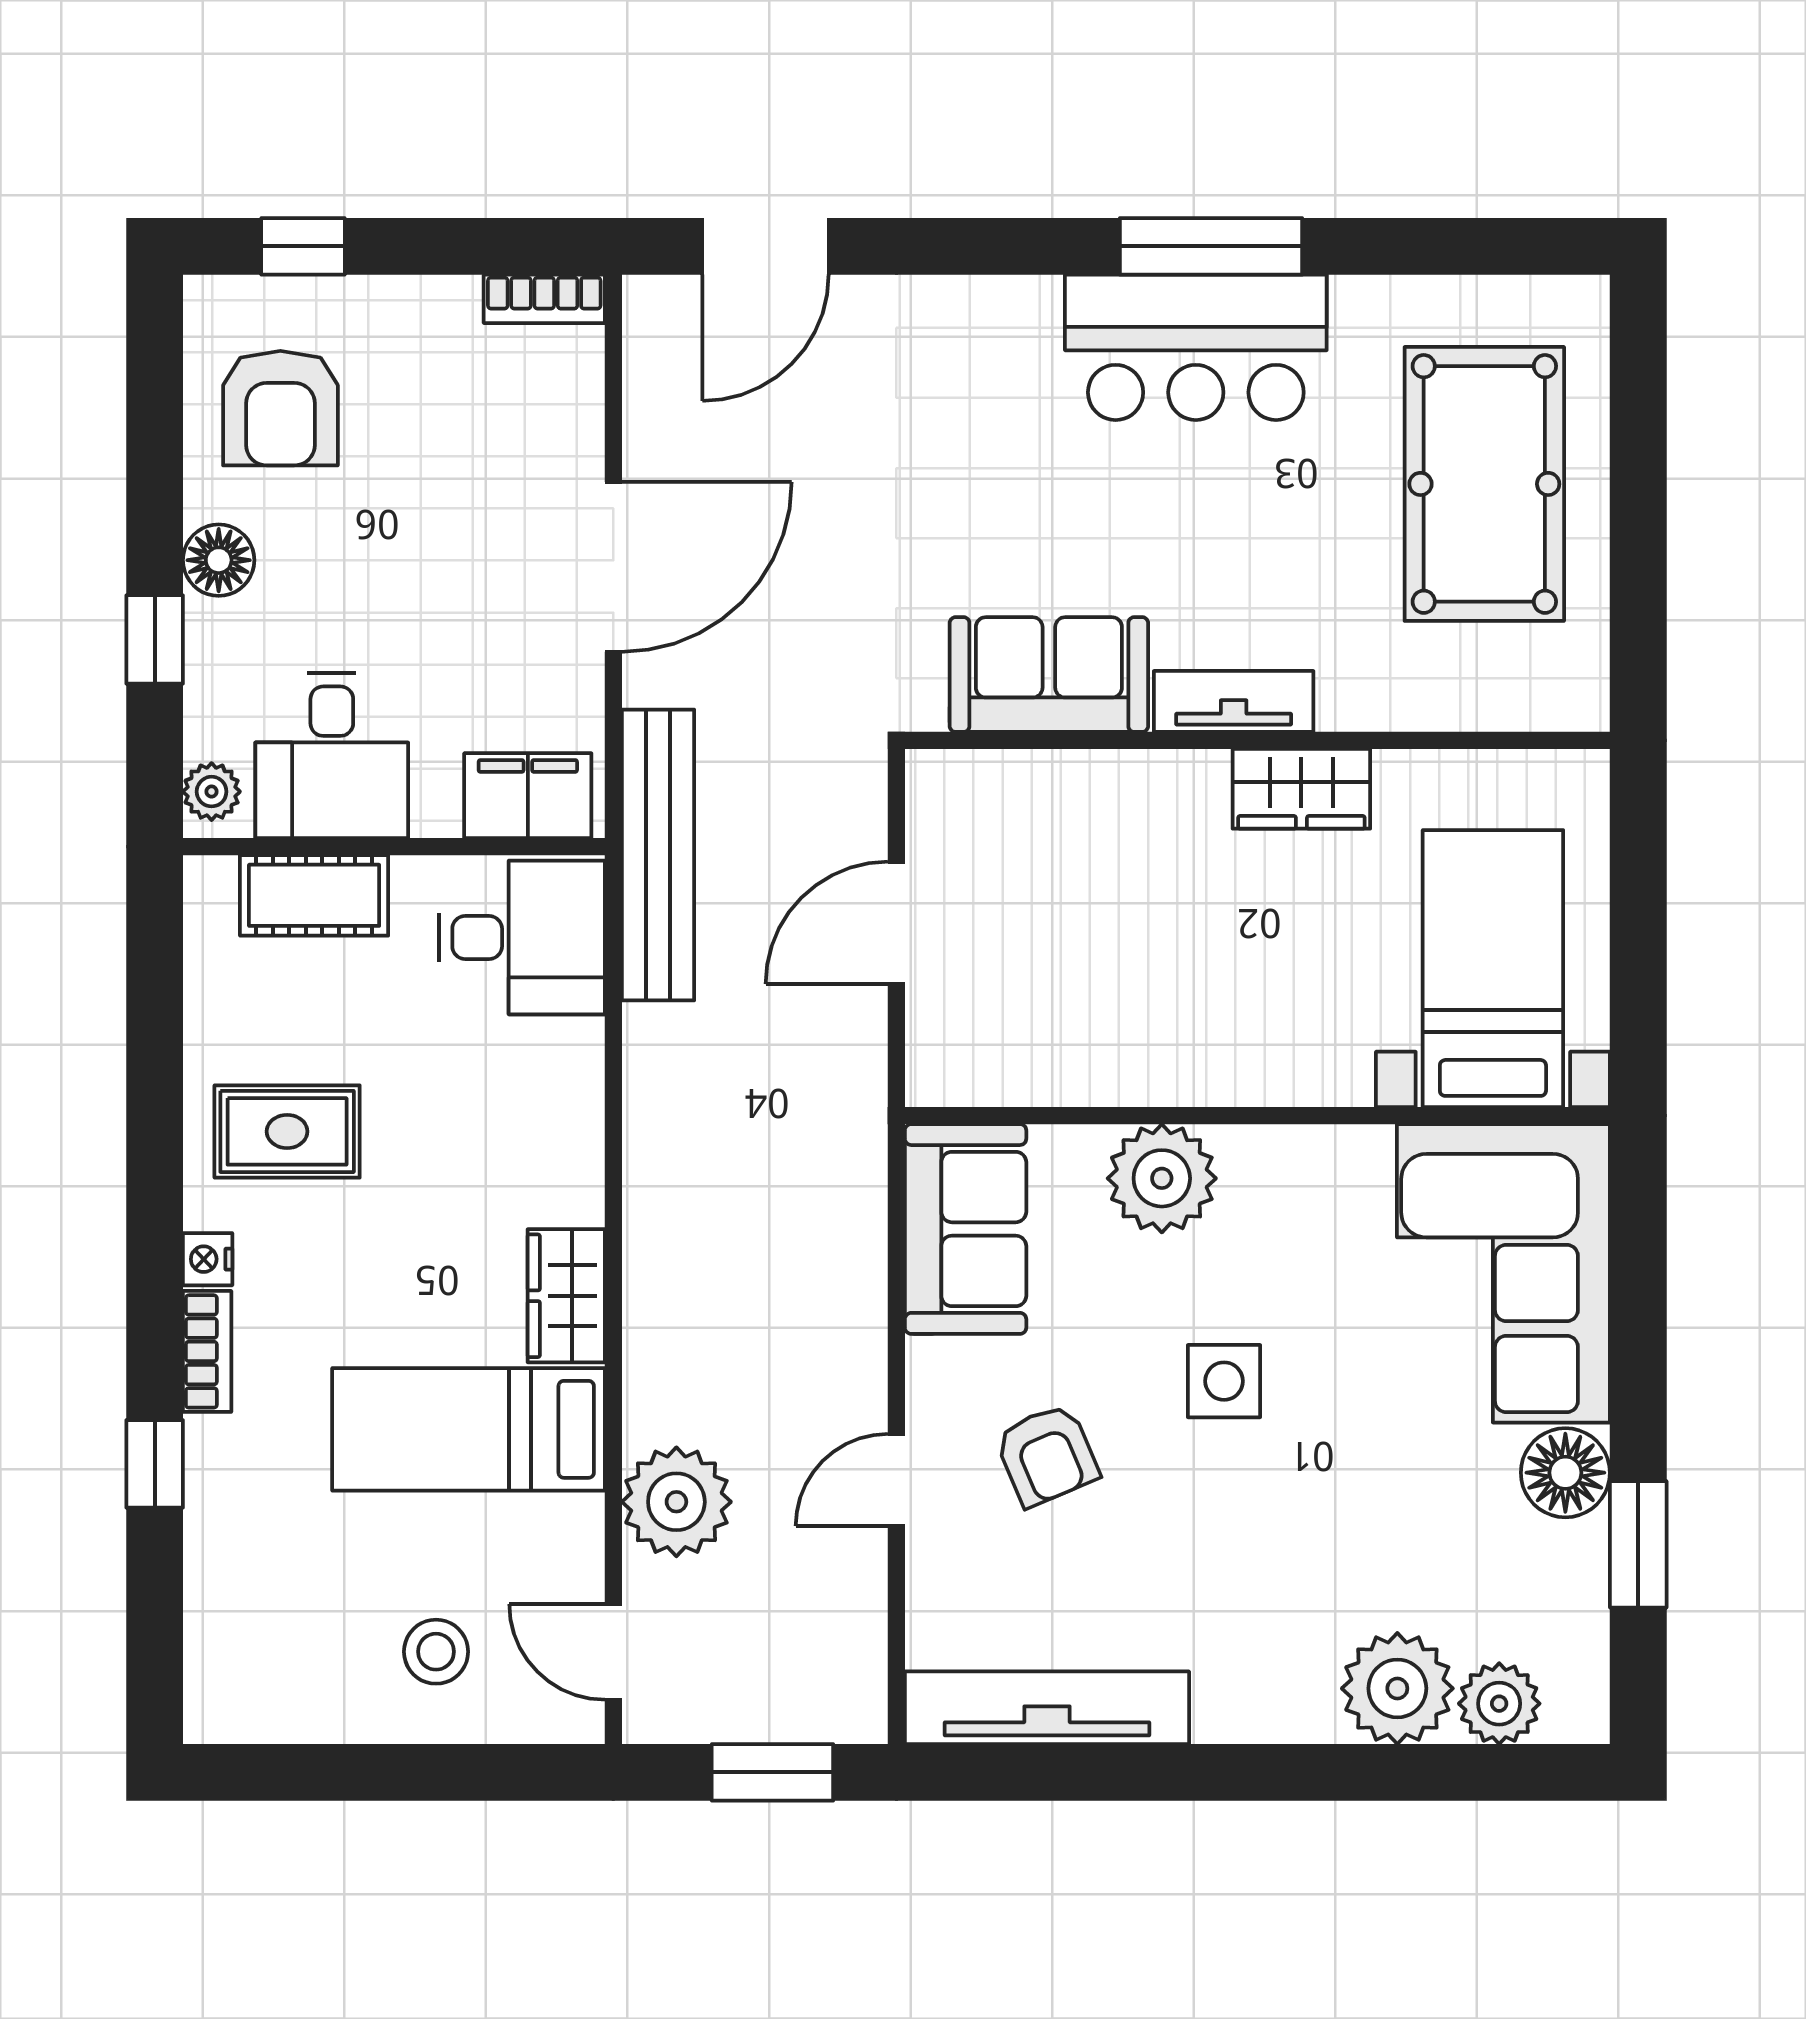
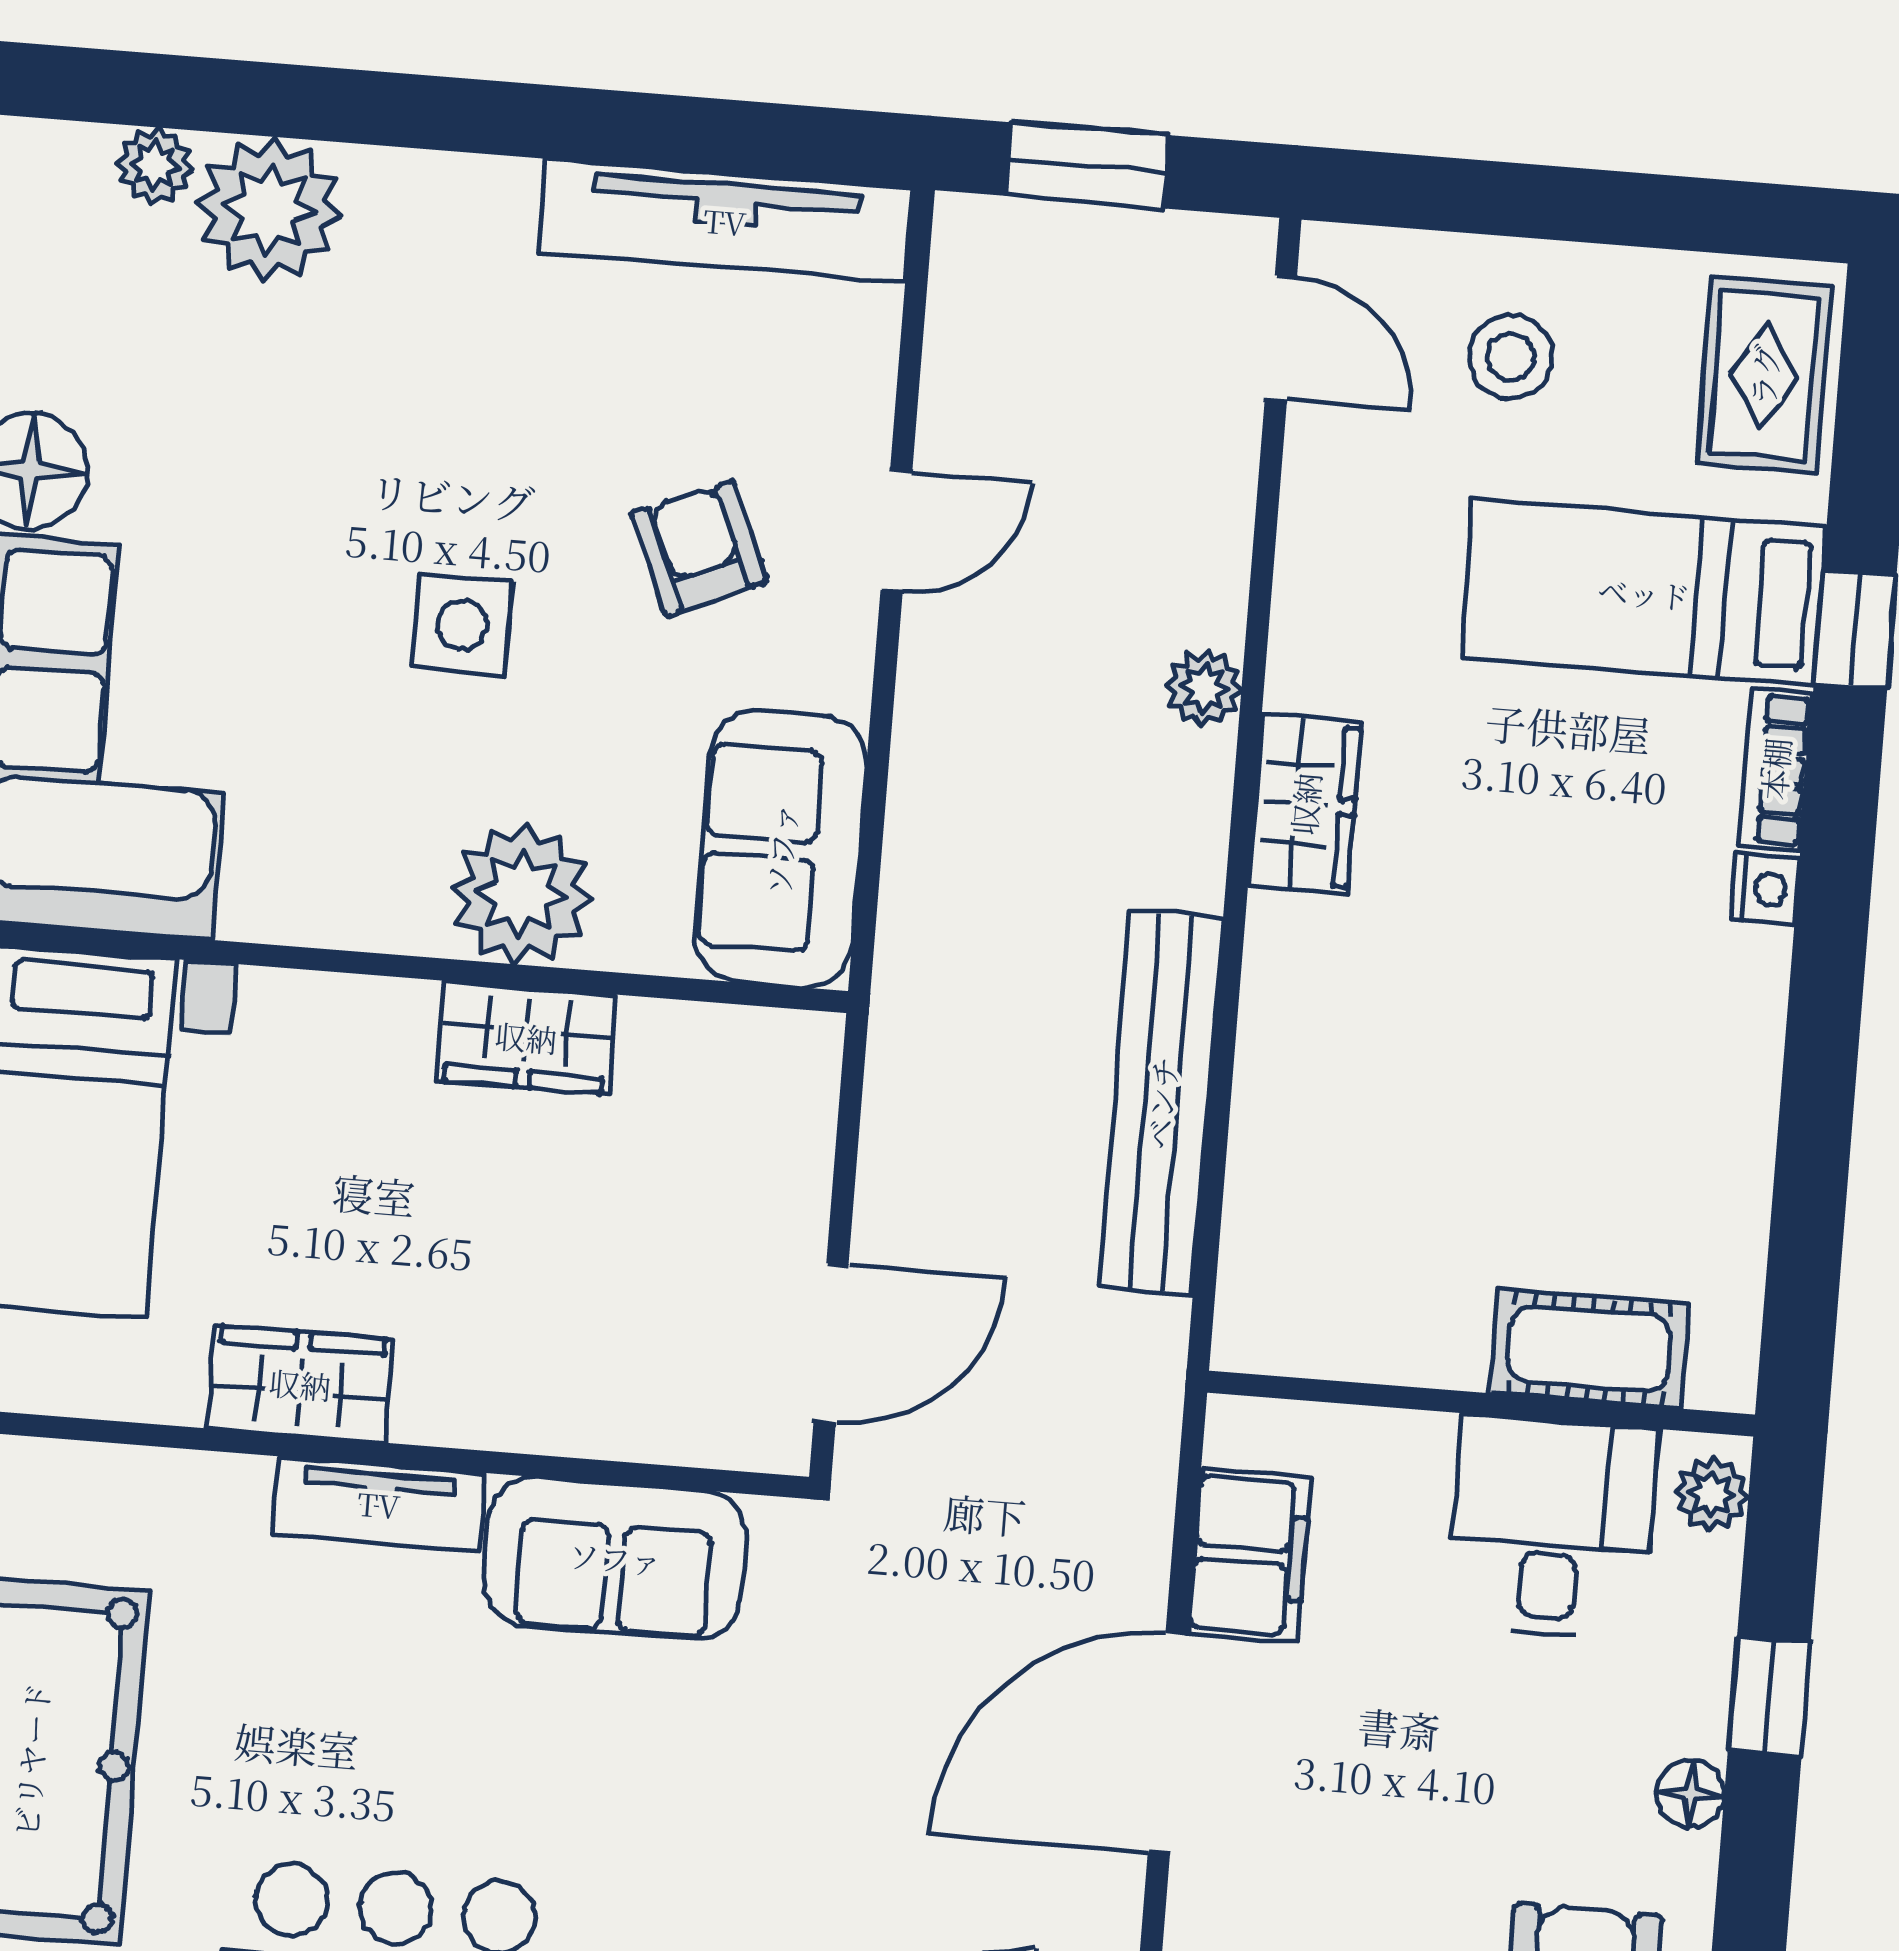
floor lamp: (219, 560) -> (1691, 1794), width x0.73, depth x0.73
filing cabinet: (528, 796) -> (1249, 1556), moved, turned -90
bench: (658, 855) -> (1161, 1103), moved
door: (896, 923) -> (831, 1343), moved
desk: (522, 937) -> (1325, 1273), removed
wardrobe: (1149, 1069) -> (526, 1037), added
rug: (287, 1131) -> (1764, 375), moved, turned 90
bed: (469, 1429) -> (1644, 593), moved, turned 180
plant: (676, 1502) -> (1204, 688), moved, width x0.53, depth x0.53
plant: (1499, 1704) -> (155, 166), width x0.73, depth x0.73

